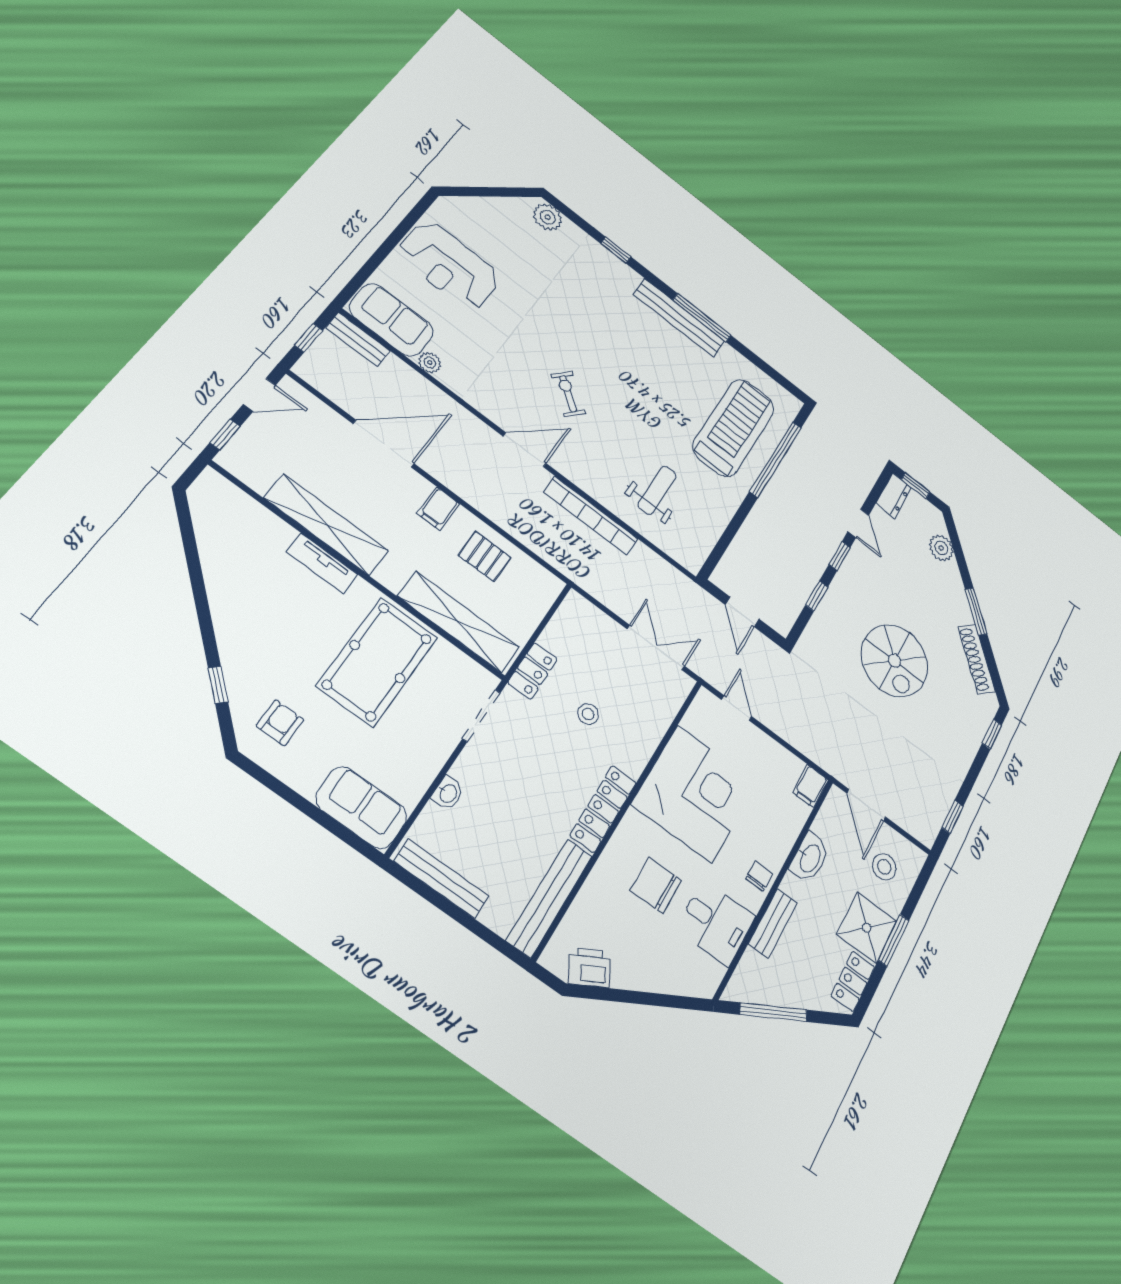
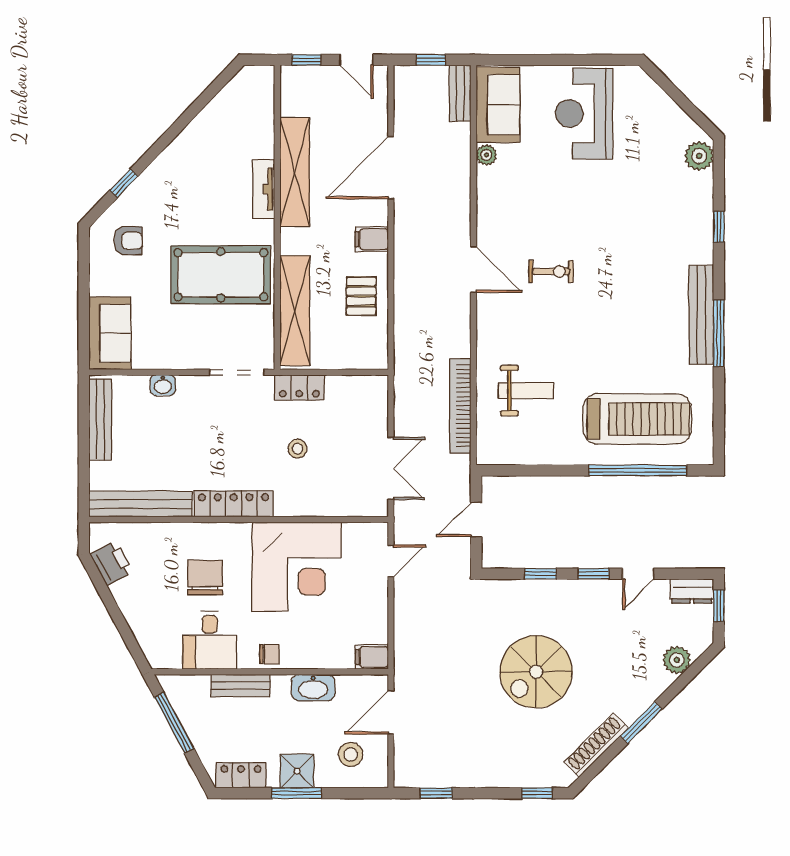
exercise bike: (568, 394) -> (551, 271), turned 50
door: (384, 444) -> (391, 168), swing flipped
bookcase: (591, 515) -> (460, 406), moved
shower: (867, 928) -> (297, 771), width x0.73, depth x0.73

